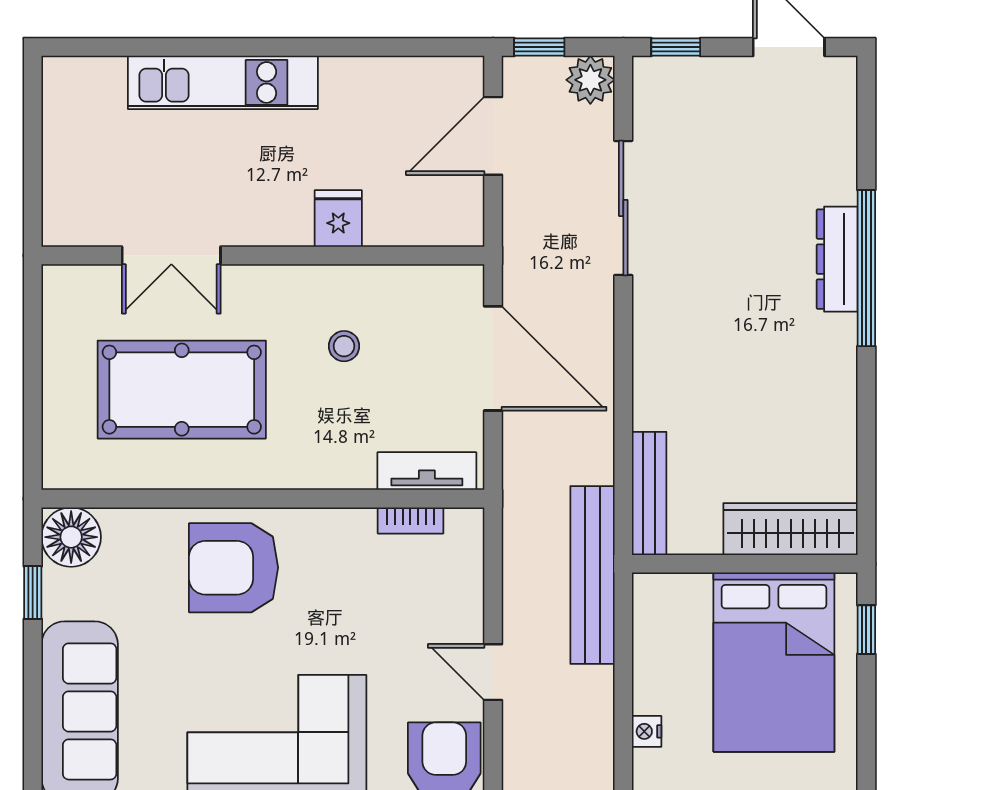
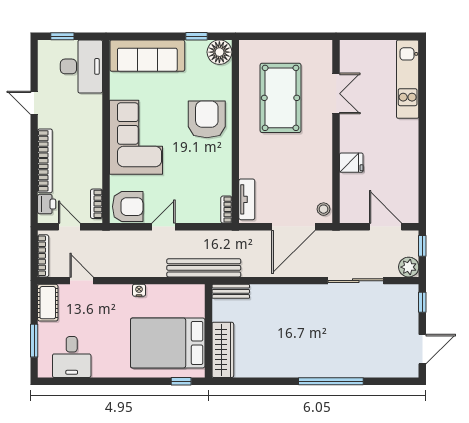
kitchen unit: (223, 82) -> (408, 79), moved
double door: (171, 255) -> (336, 94), swing flipped
dresser: (837, 259) -> (334, 369), removed
stool: (344, 346) -> (324, 209), moved
bench: (649, 493) -> (231, 291), width x0.73
bookcase: (410, 520) -> (226, 210), moved

